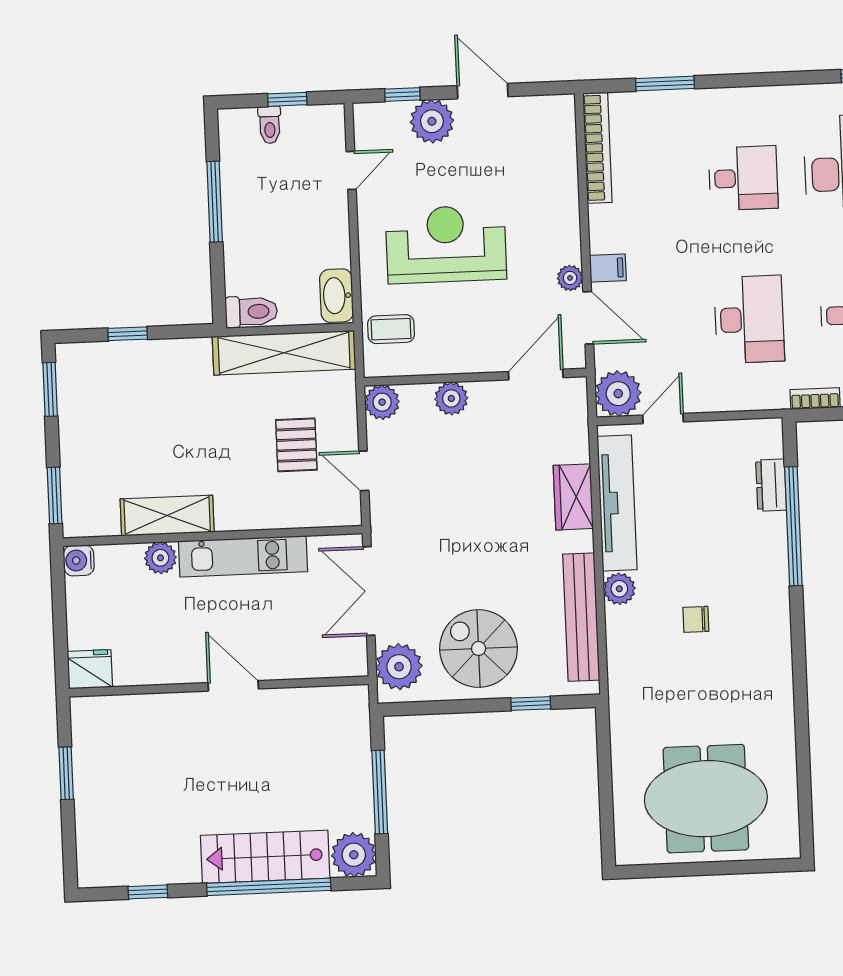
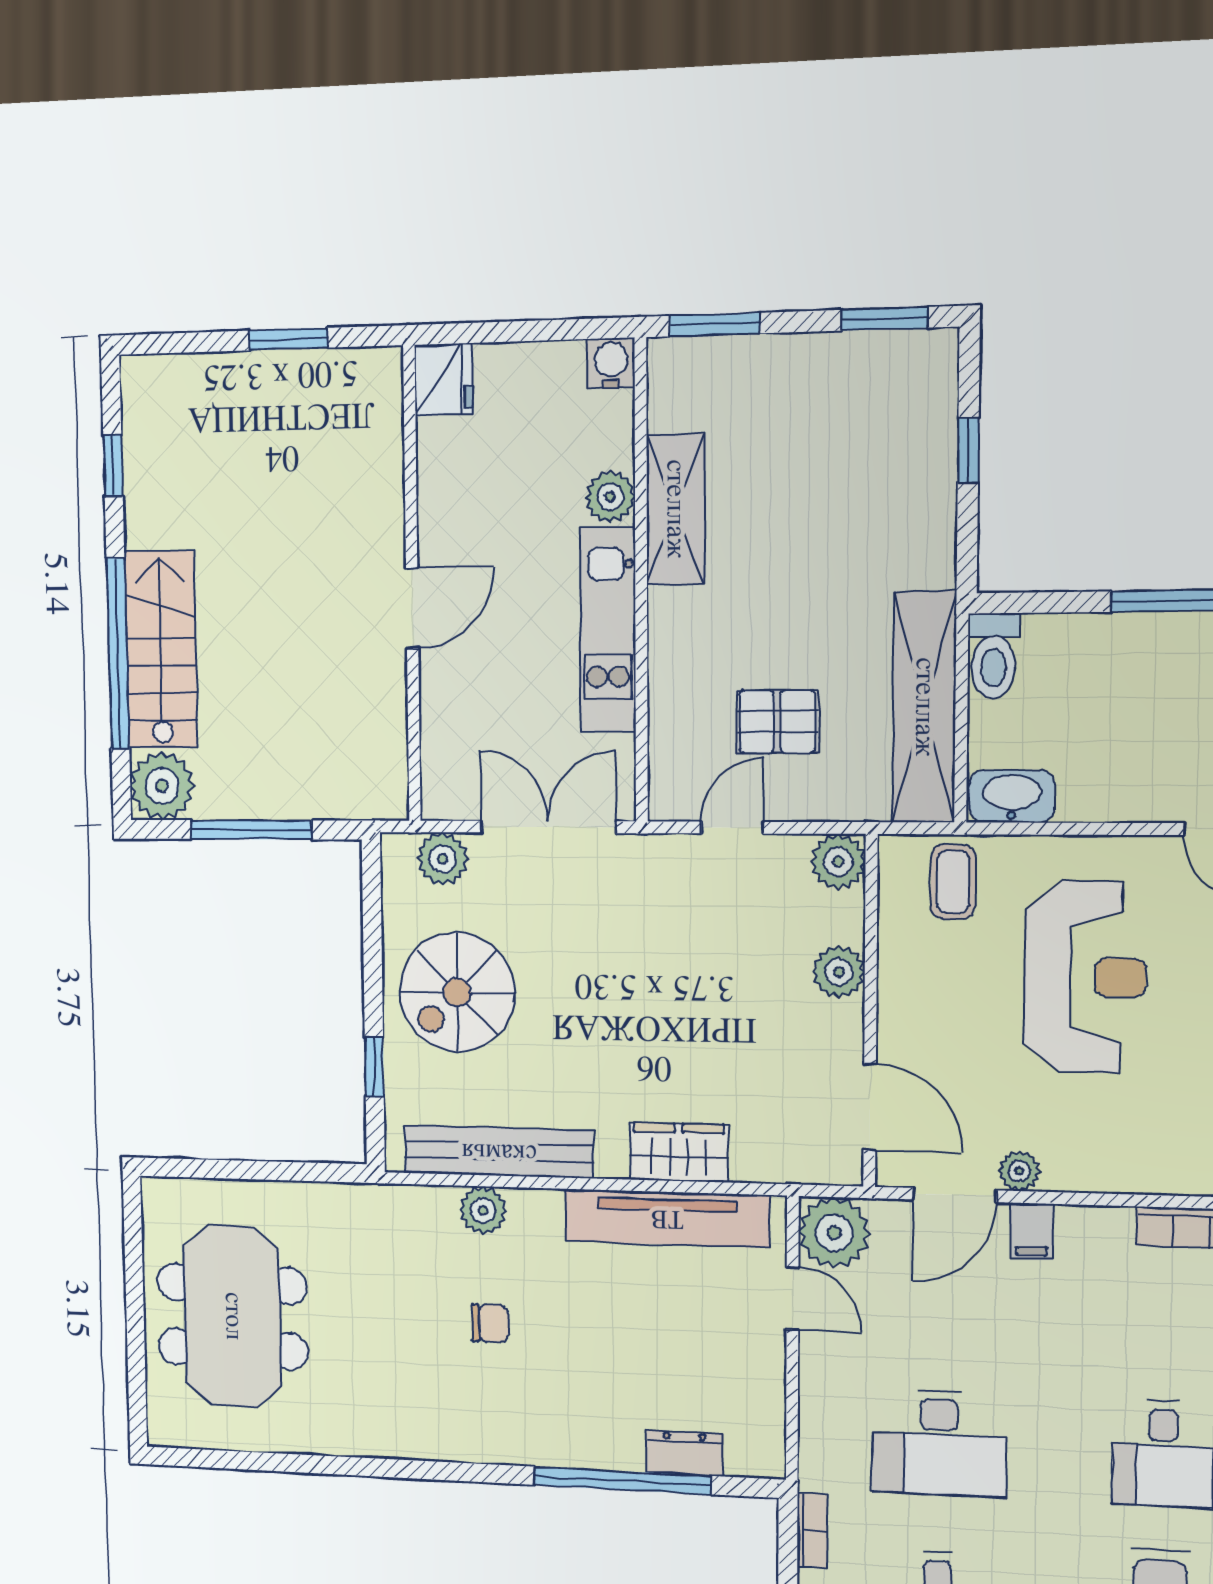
plant: (619, 589) -> (483, 1210), moved
chair: (696, 619) -> (490, 1323), turned 90
spiral stairs: (479, 648) -> (457, 992), turned 180
plant: (399, 667) -> (443, 859), width x0.73, depth x0.73

